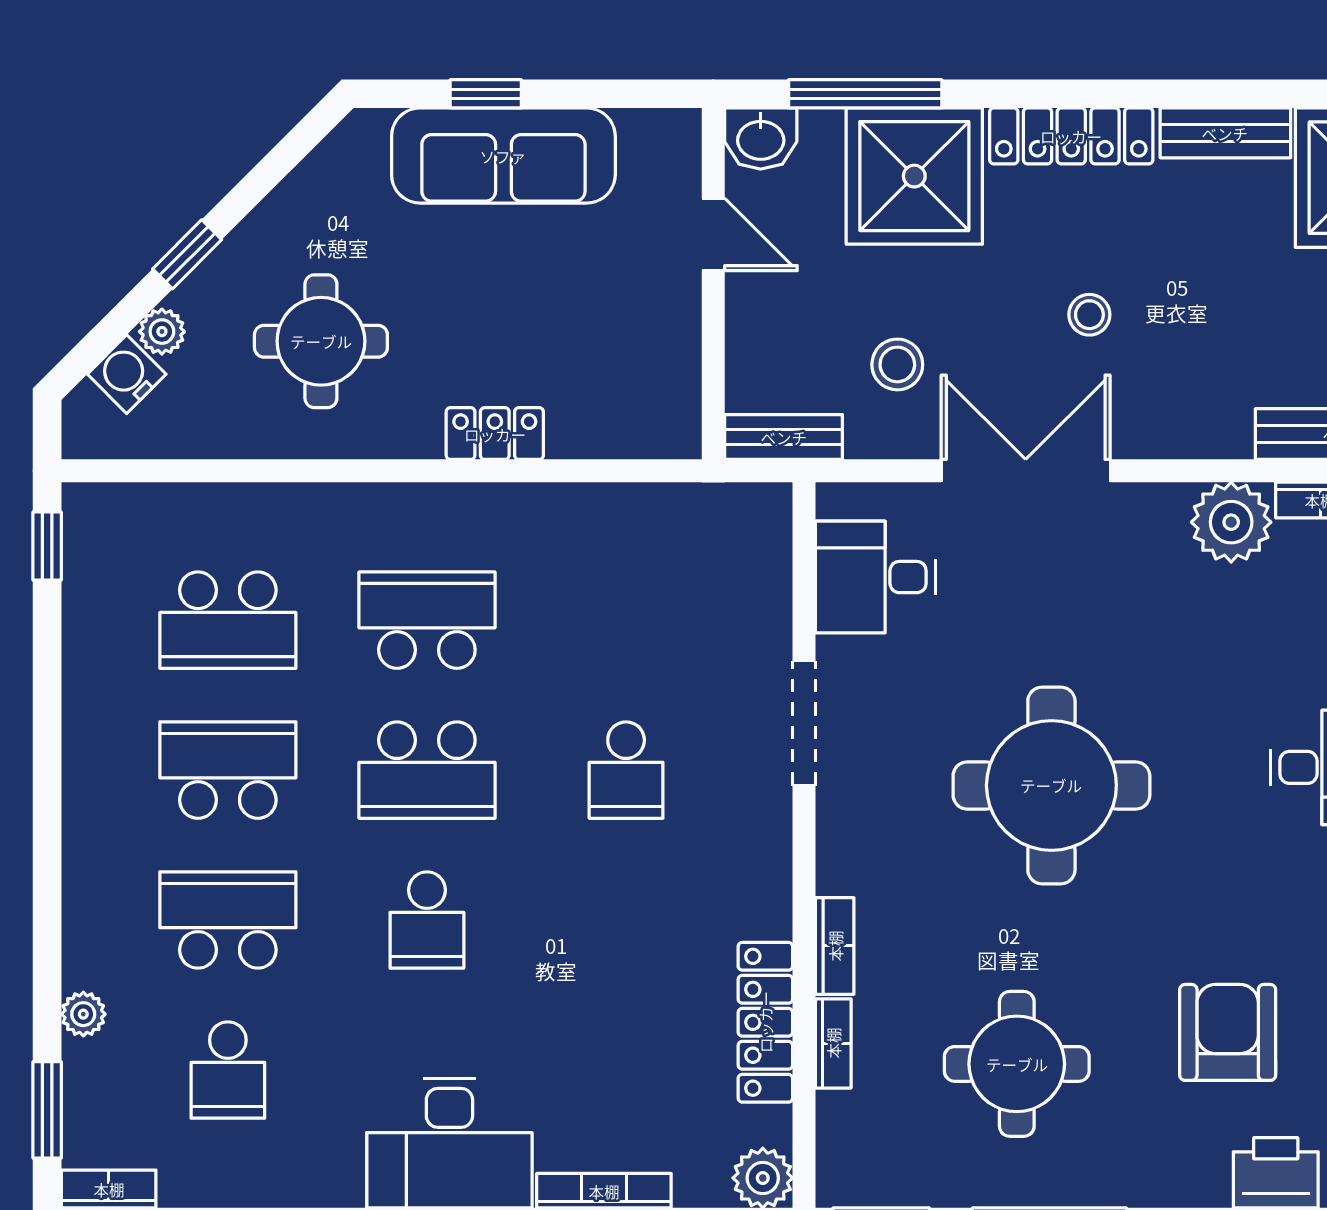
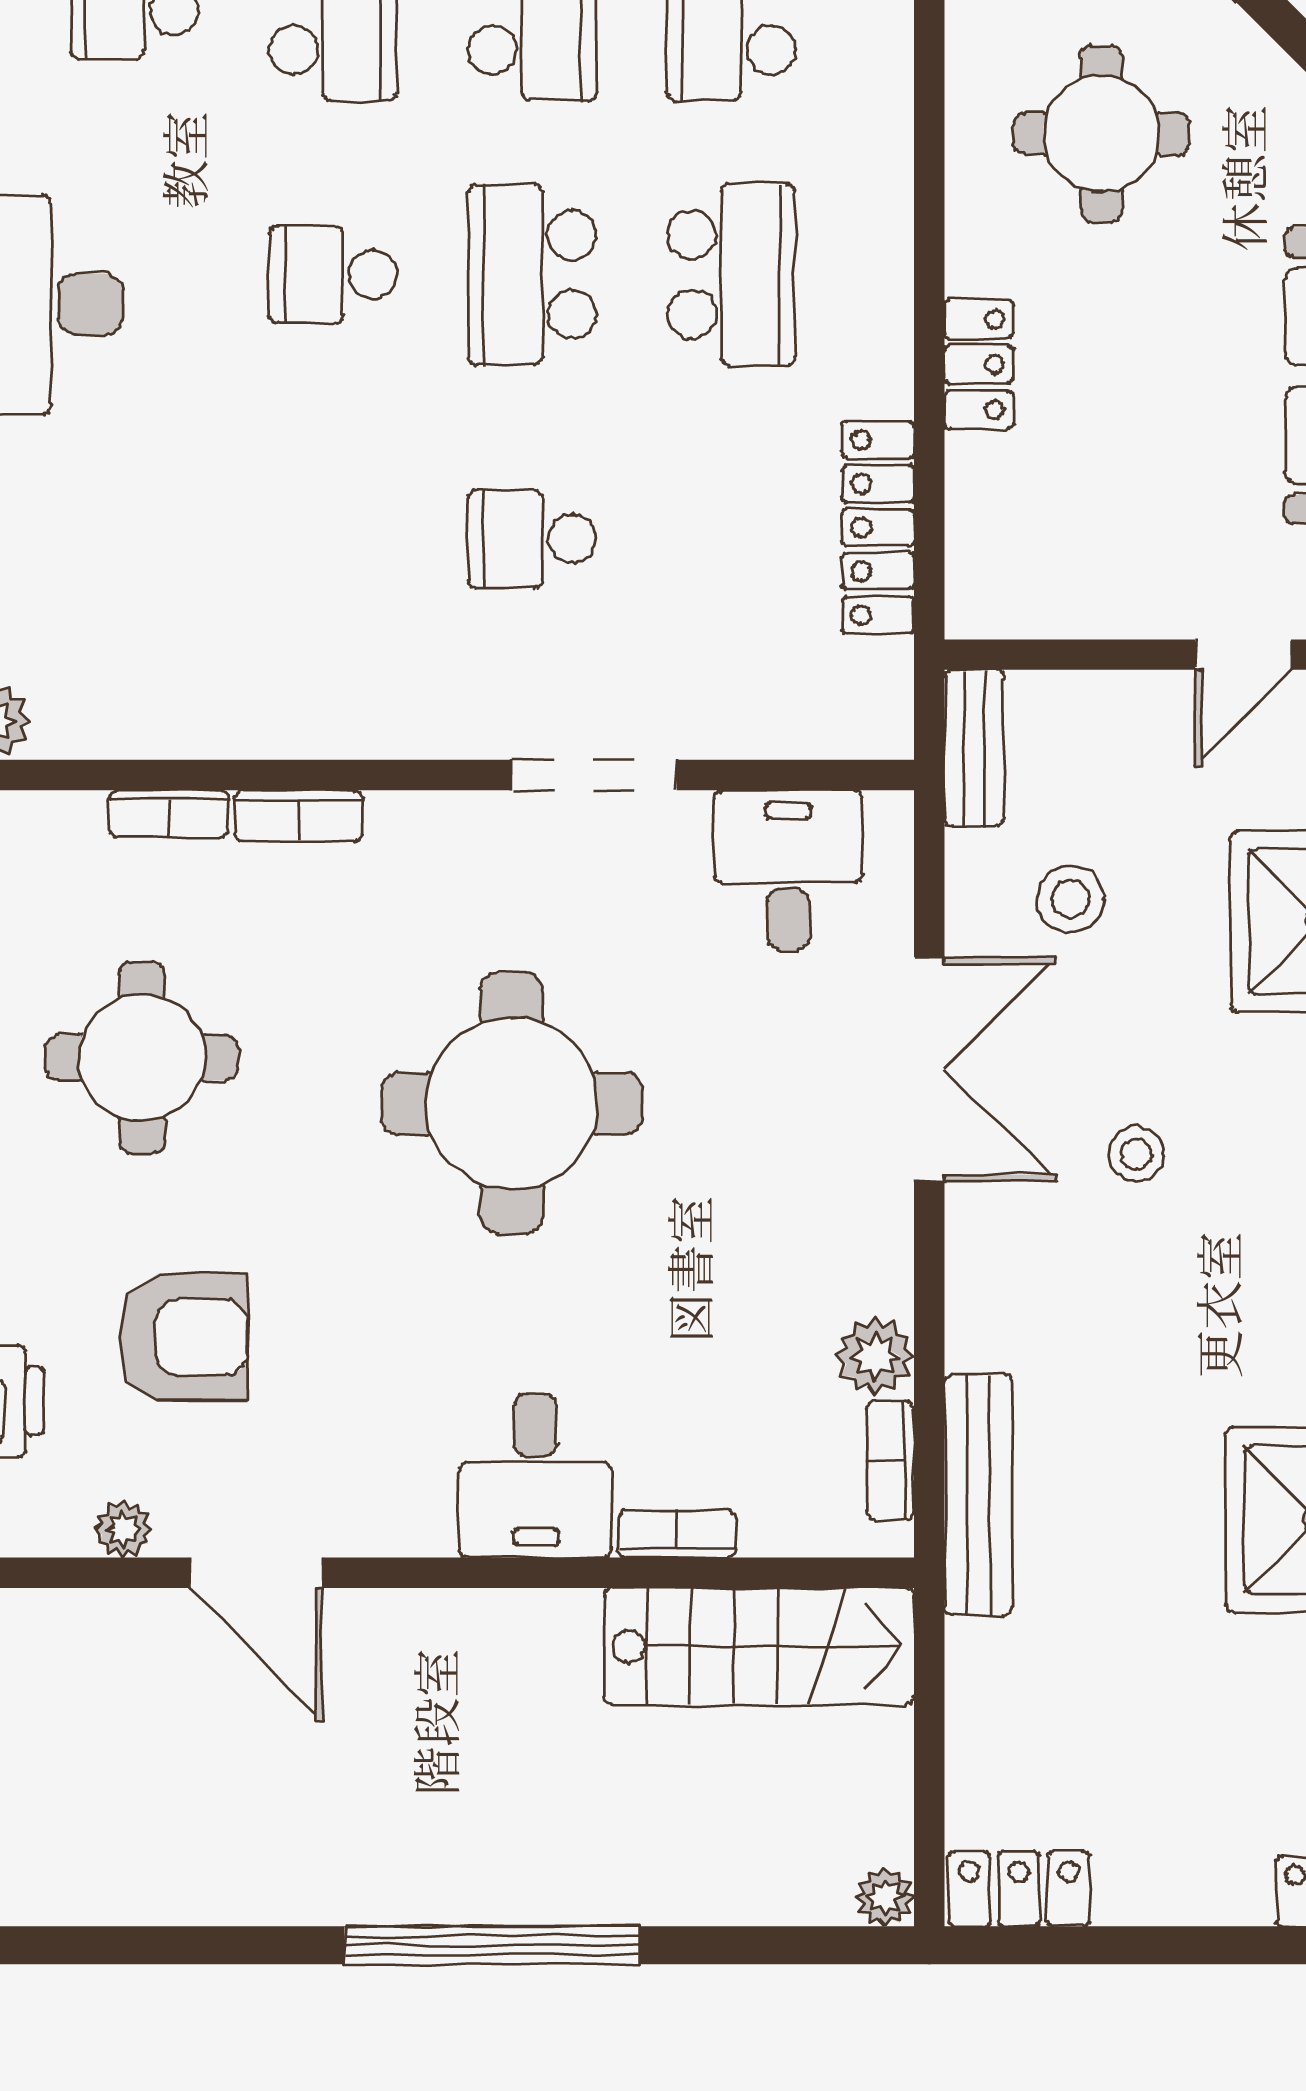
plant: (1231, 522) -> (875, 1356), width x0.73, depth x0.73
locker: (765, 1022) -> (878, 528), moved, turned -90

